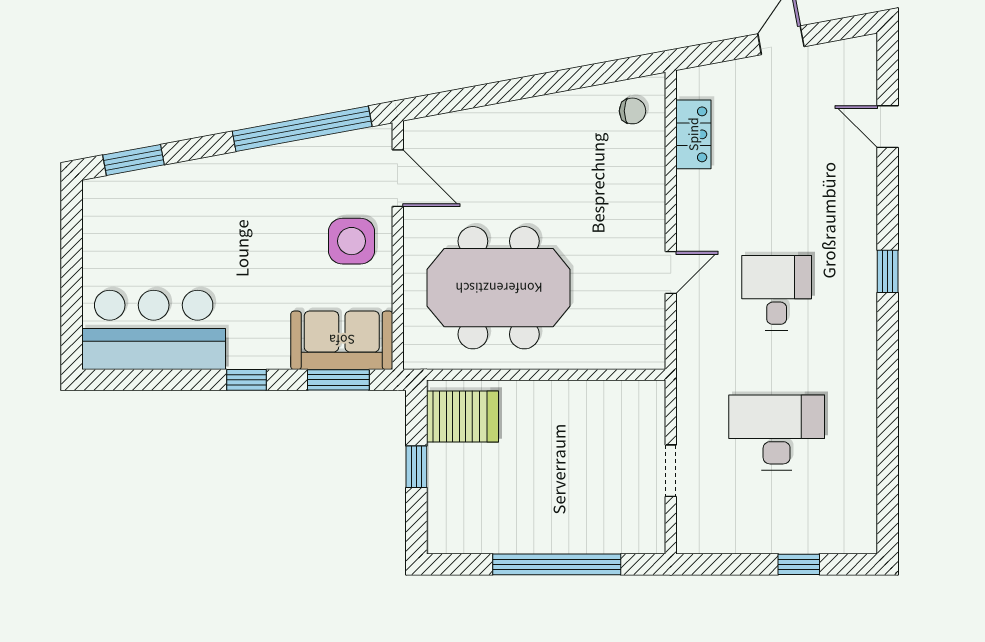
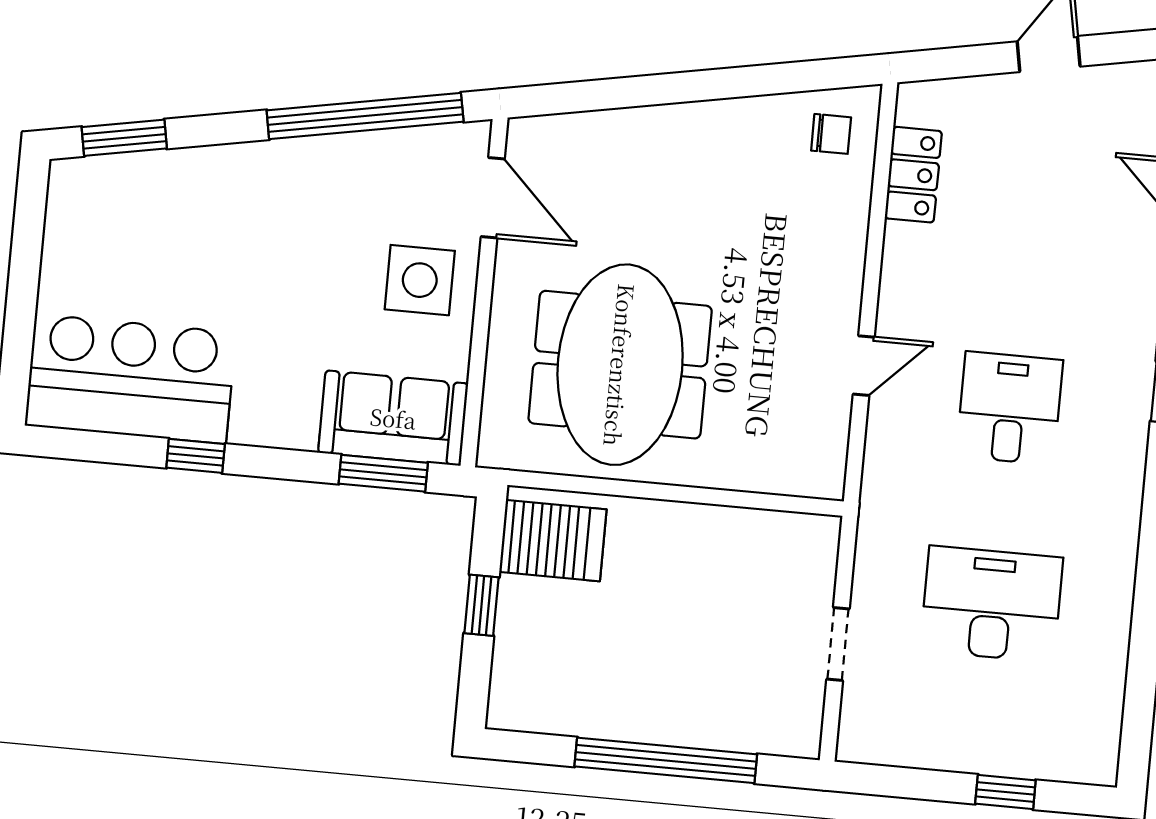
meeting table: (499, 288) -> (620, 365), turned 90
window: (247, 380) -> (196, 456), moved

